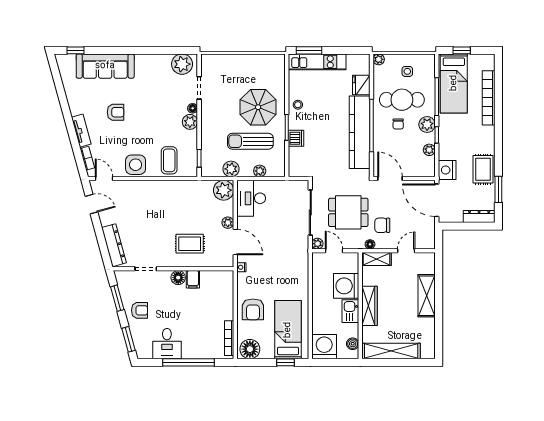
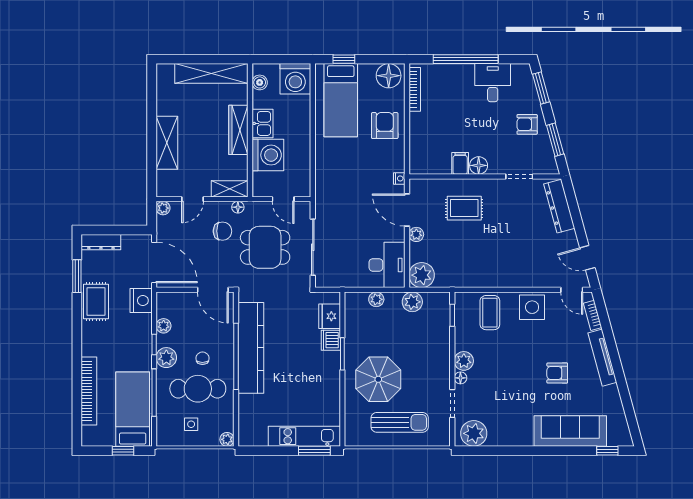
fridge: (361, 85) -> (330, 316), moved, turned 180
stool: (298, 105) -> (328, 382), removed
tv unit: (81, 131) -> (602, 358), width x1.41
sun lounger: (250, 141) -> (400, 422), moved
plant: (317, 244) -> (163, 208), moved

